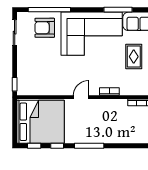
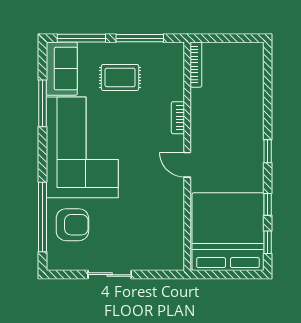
armchair: (45, 28) -> (72, 225), turned -90
sliding door: (15, 33) -> (110, 275), moved
window: (15, 84) -> (166, 275), removed
window: (89, 146) -> (268, 151), width x0.46

